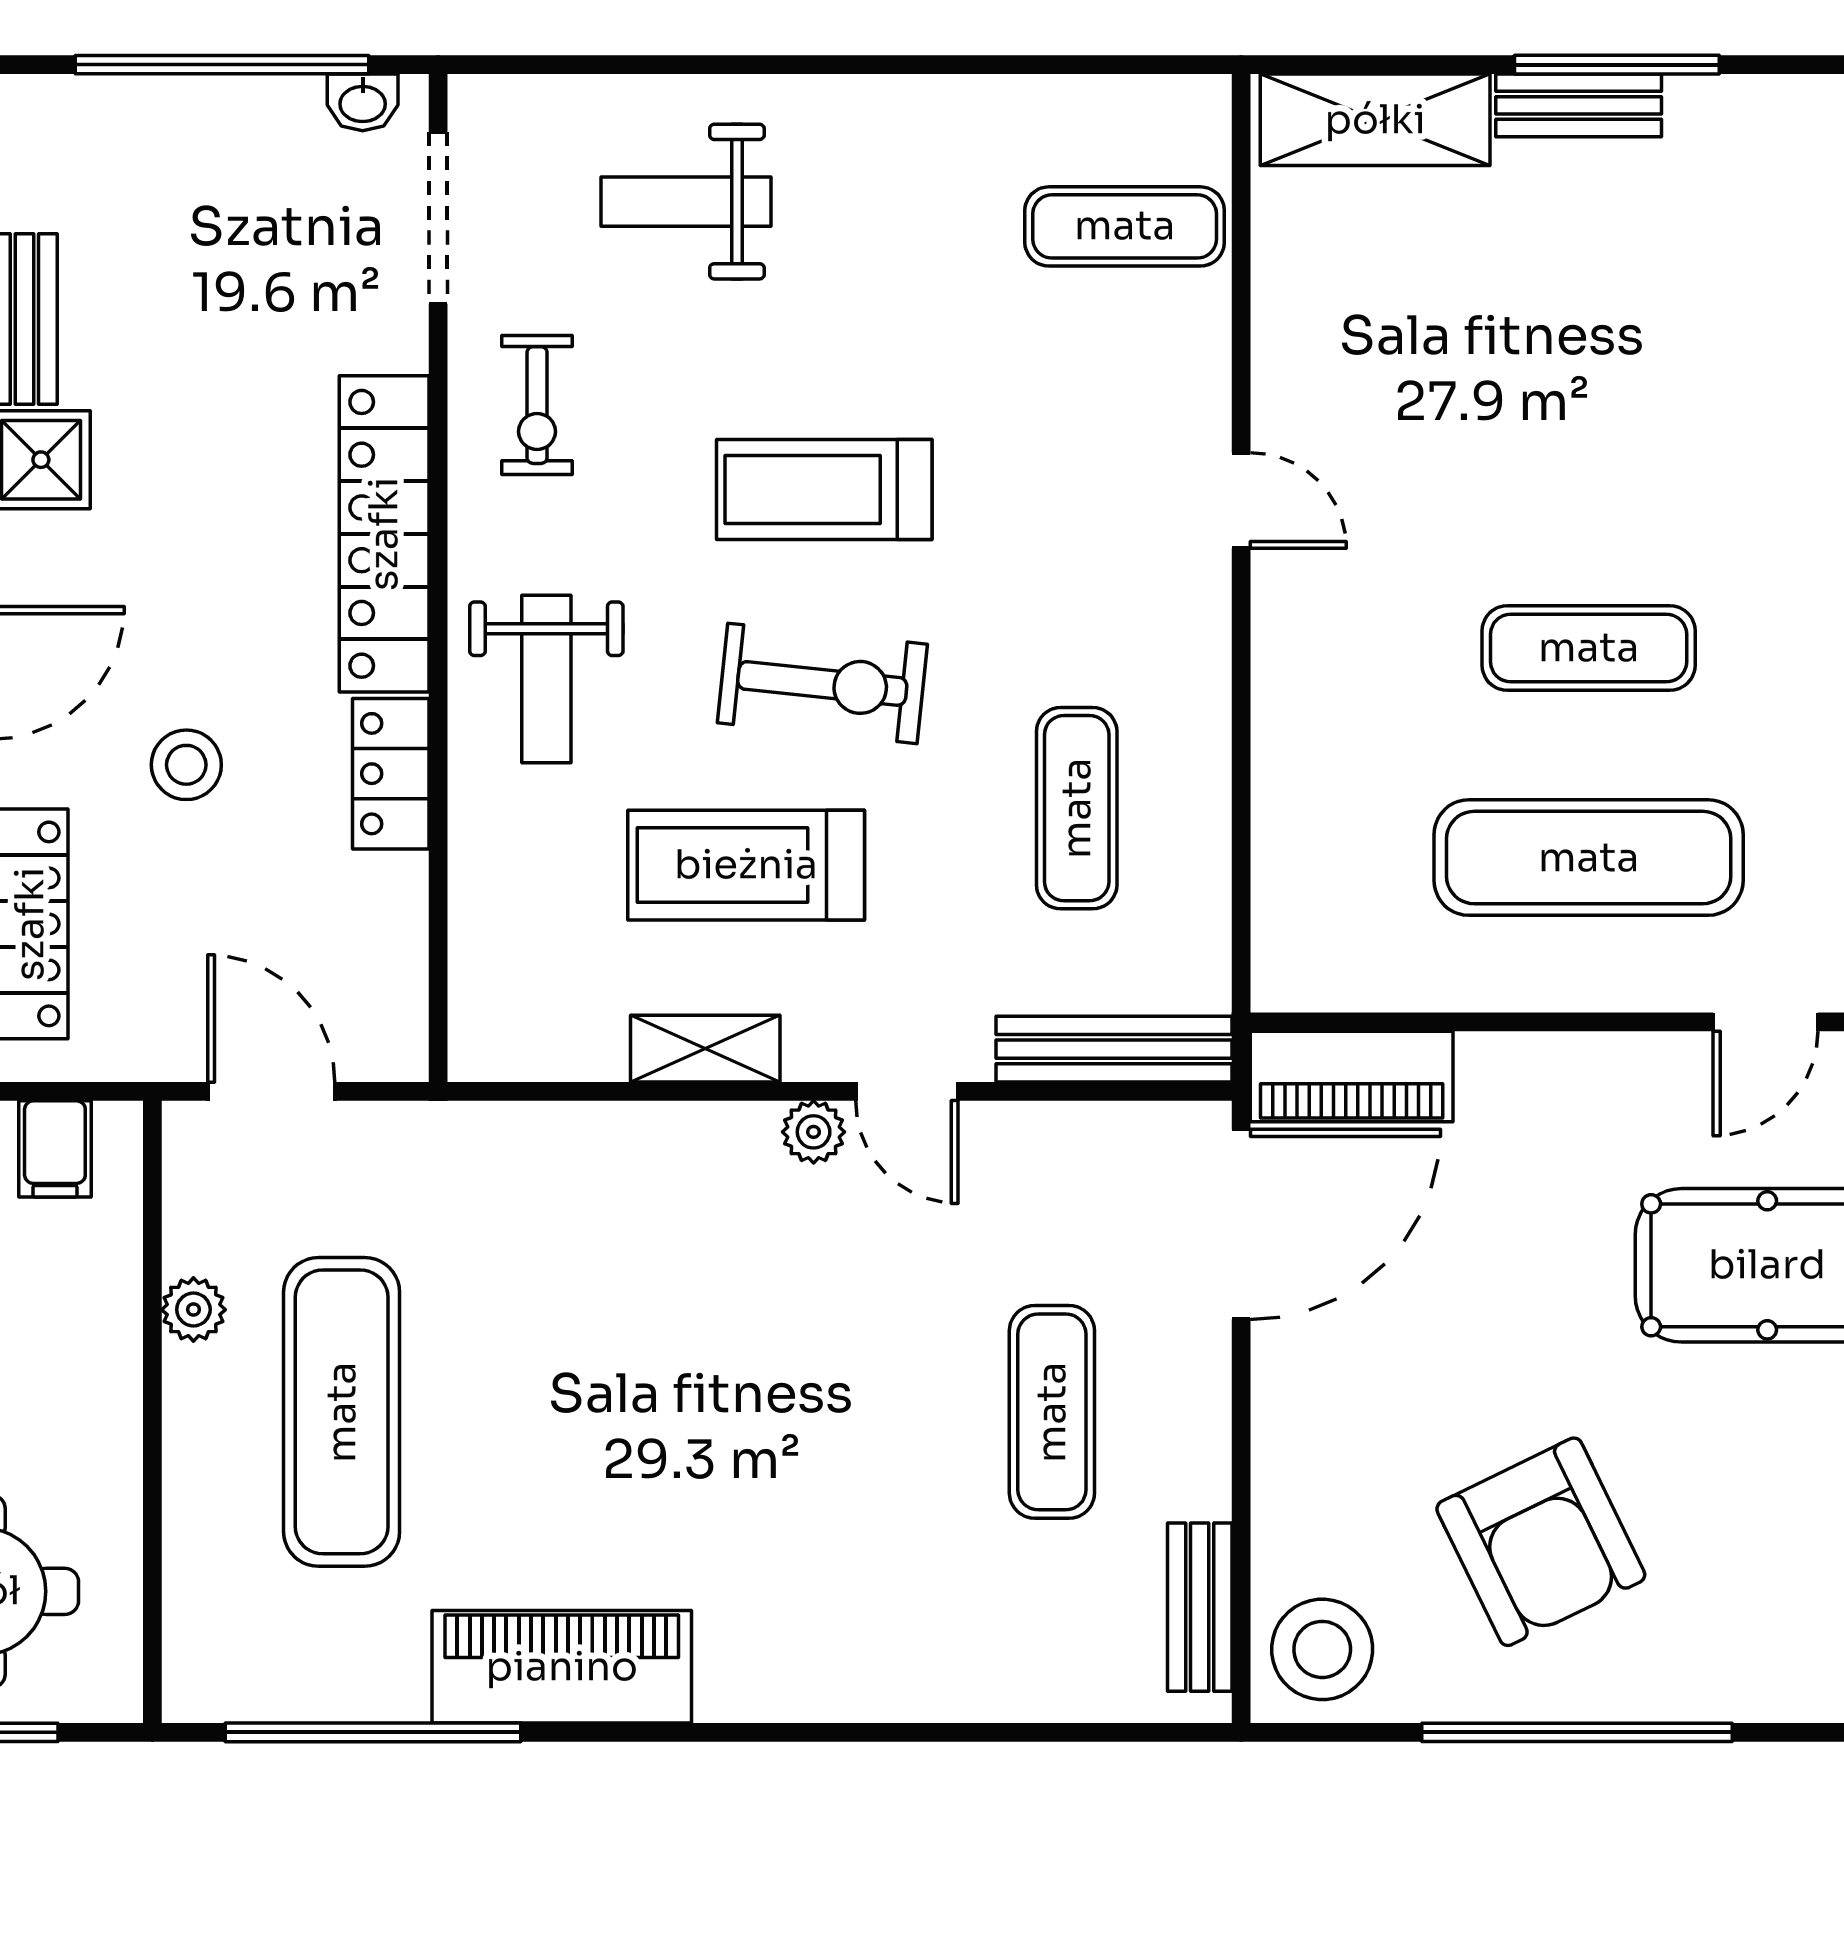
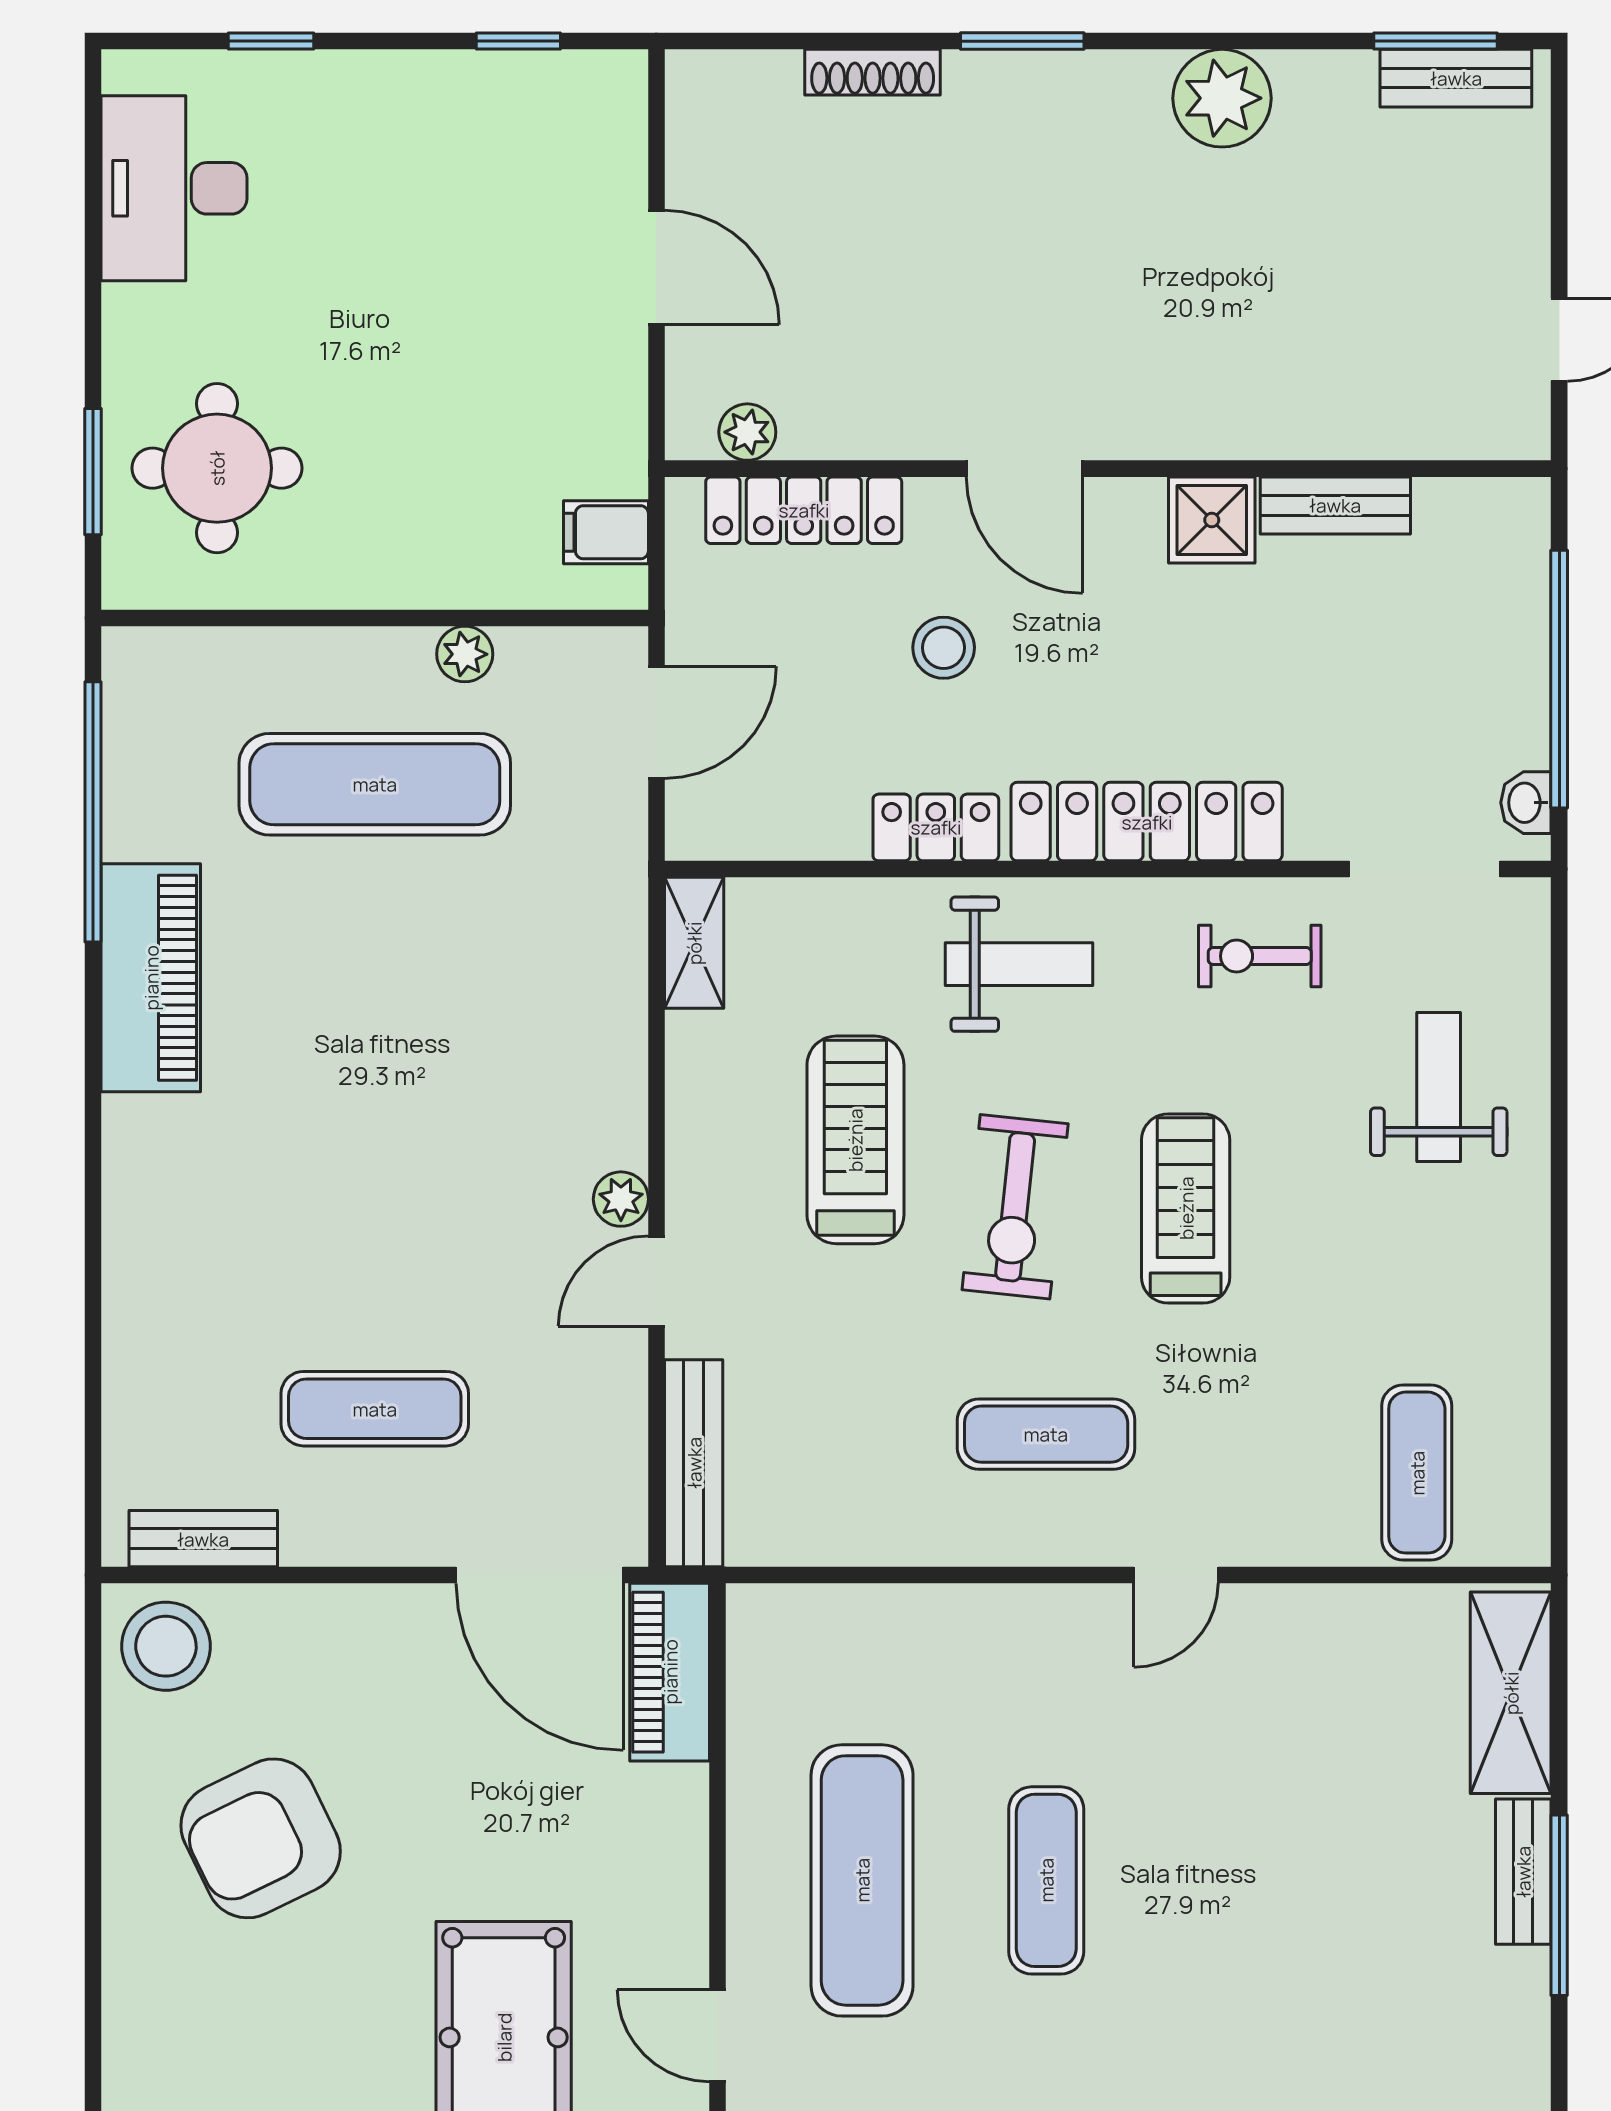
weight bench: (546, 679) -> (1019, 964), turned 180
exercise mat: (1077, 808) -> (1046, 1434), moved
shelving: (705, 1049) -> (694, 943), moved
window: (1577, 1732) -> (93, 1870), removed

